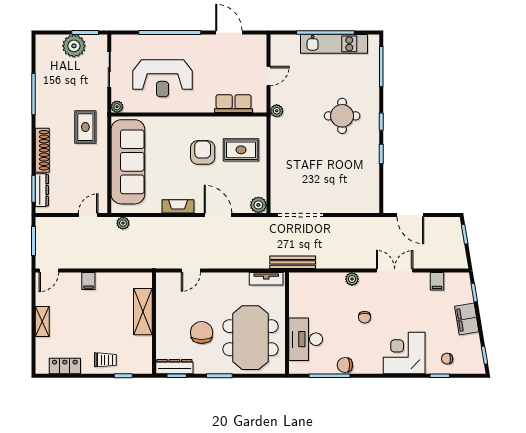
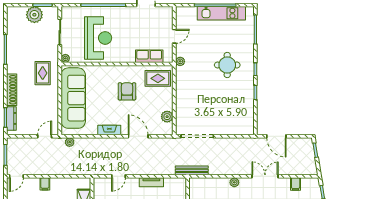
reception desk: (162, 78) -> (98, 38), turned -90
rug: (241, 150) -> (158, 78), moved
plant: (258, 205) -> (167, 117), moved
tv unit: (266, 279) -> (151, 182), moved

